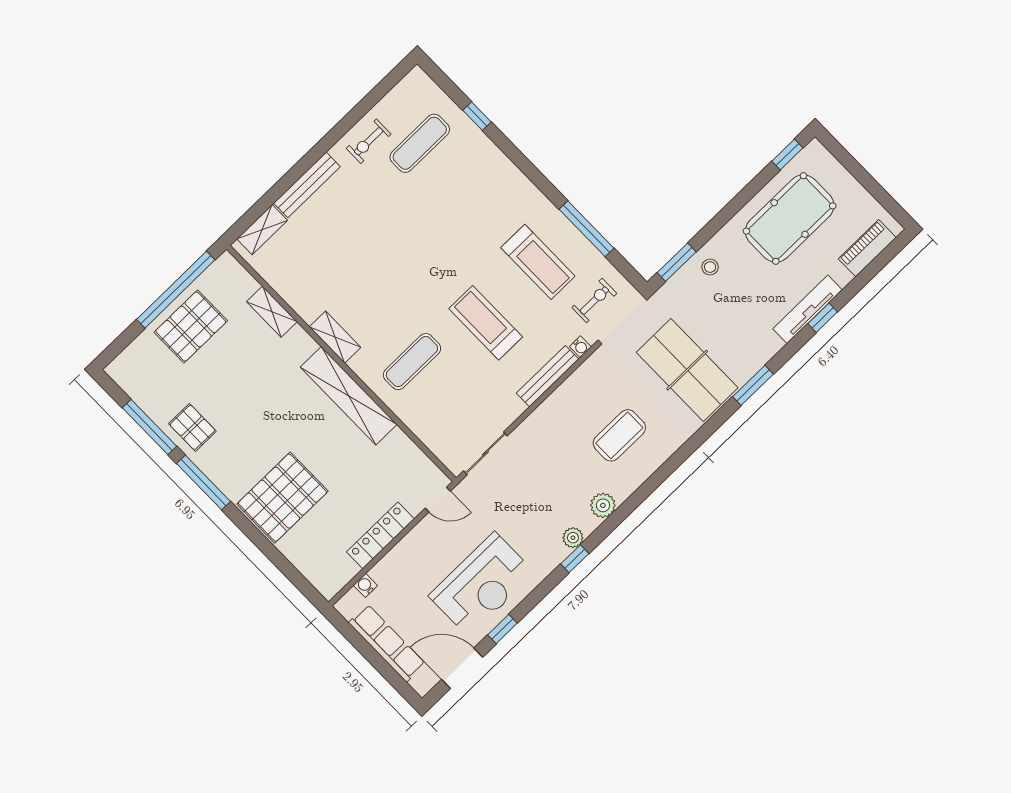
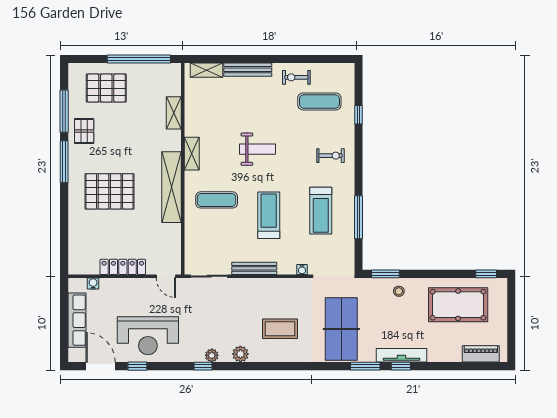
weight bench: (403, 262) -> (258, 149), added
exercise bike: (594, 301) -> (330, 156), moved
tv unit: (807, 309) -> (402, 355), moved
window: (823, 318) -> (401, 366), moved
pallet: (191, 326) -> (106, 88), moved
bench: (547, 376) -> (254, 268), moved
pallet: (282, 498) -> (110, 191), moved

